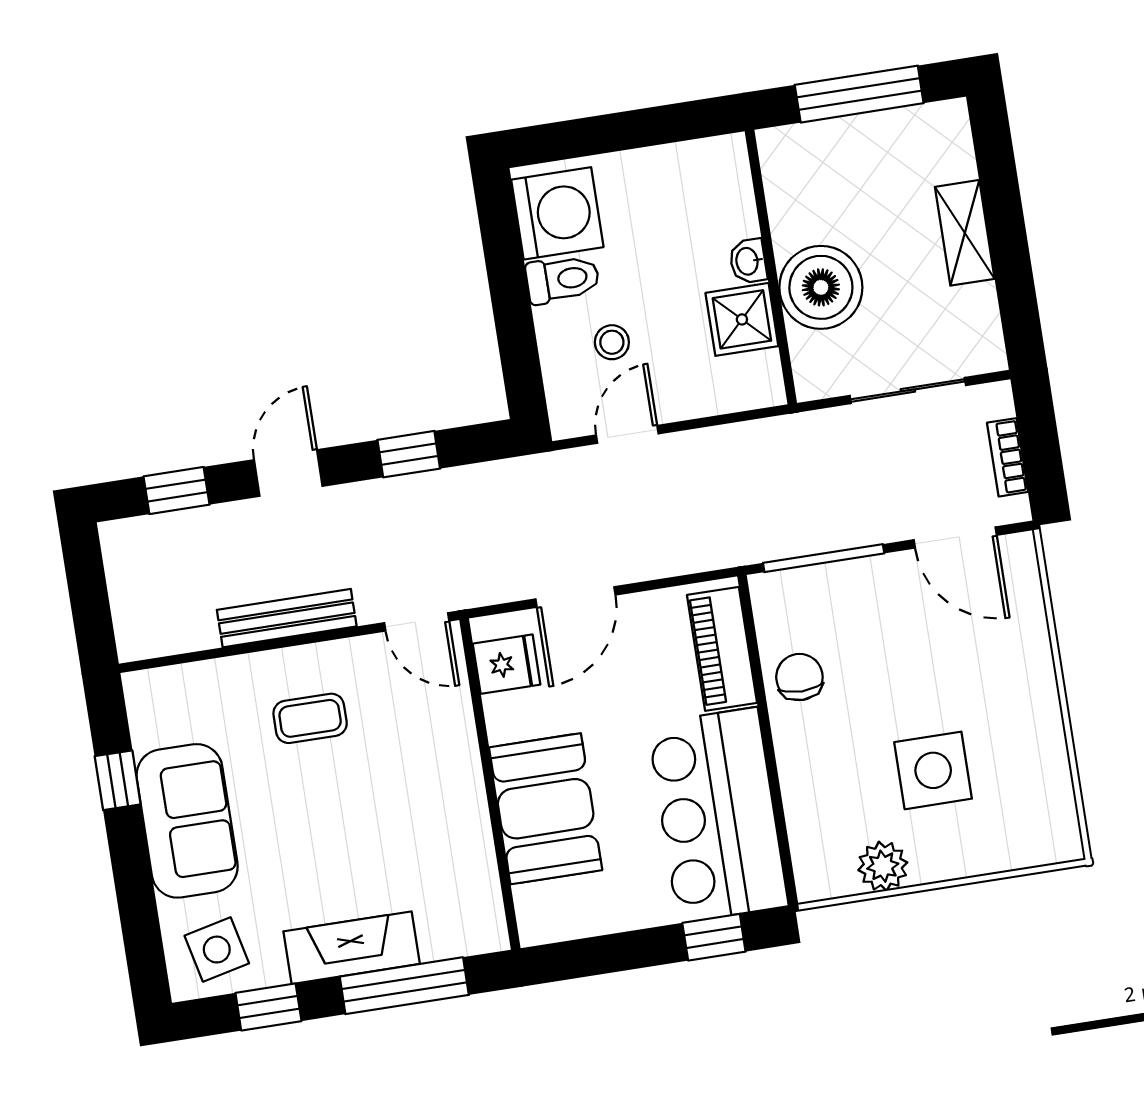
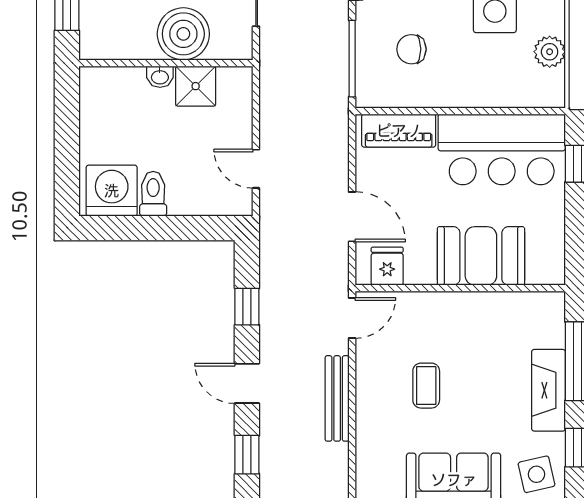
stool: (612, 342) -> (197, 169), removed
chair: (799, 677) -> (411, 49), moved
coffee table: (310, 718) -> (426, 386), moved

